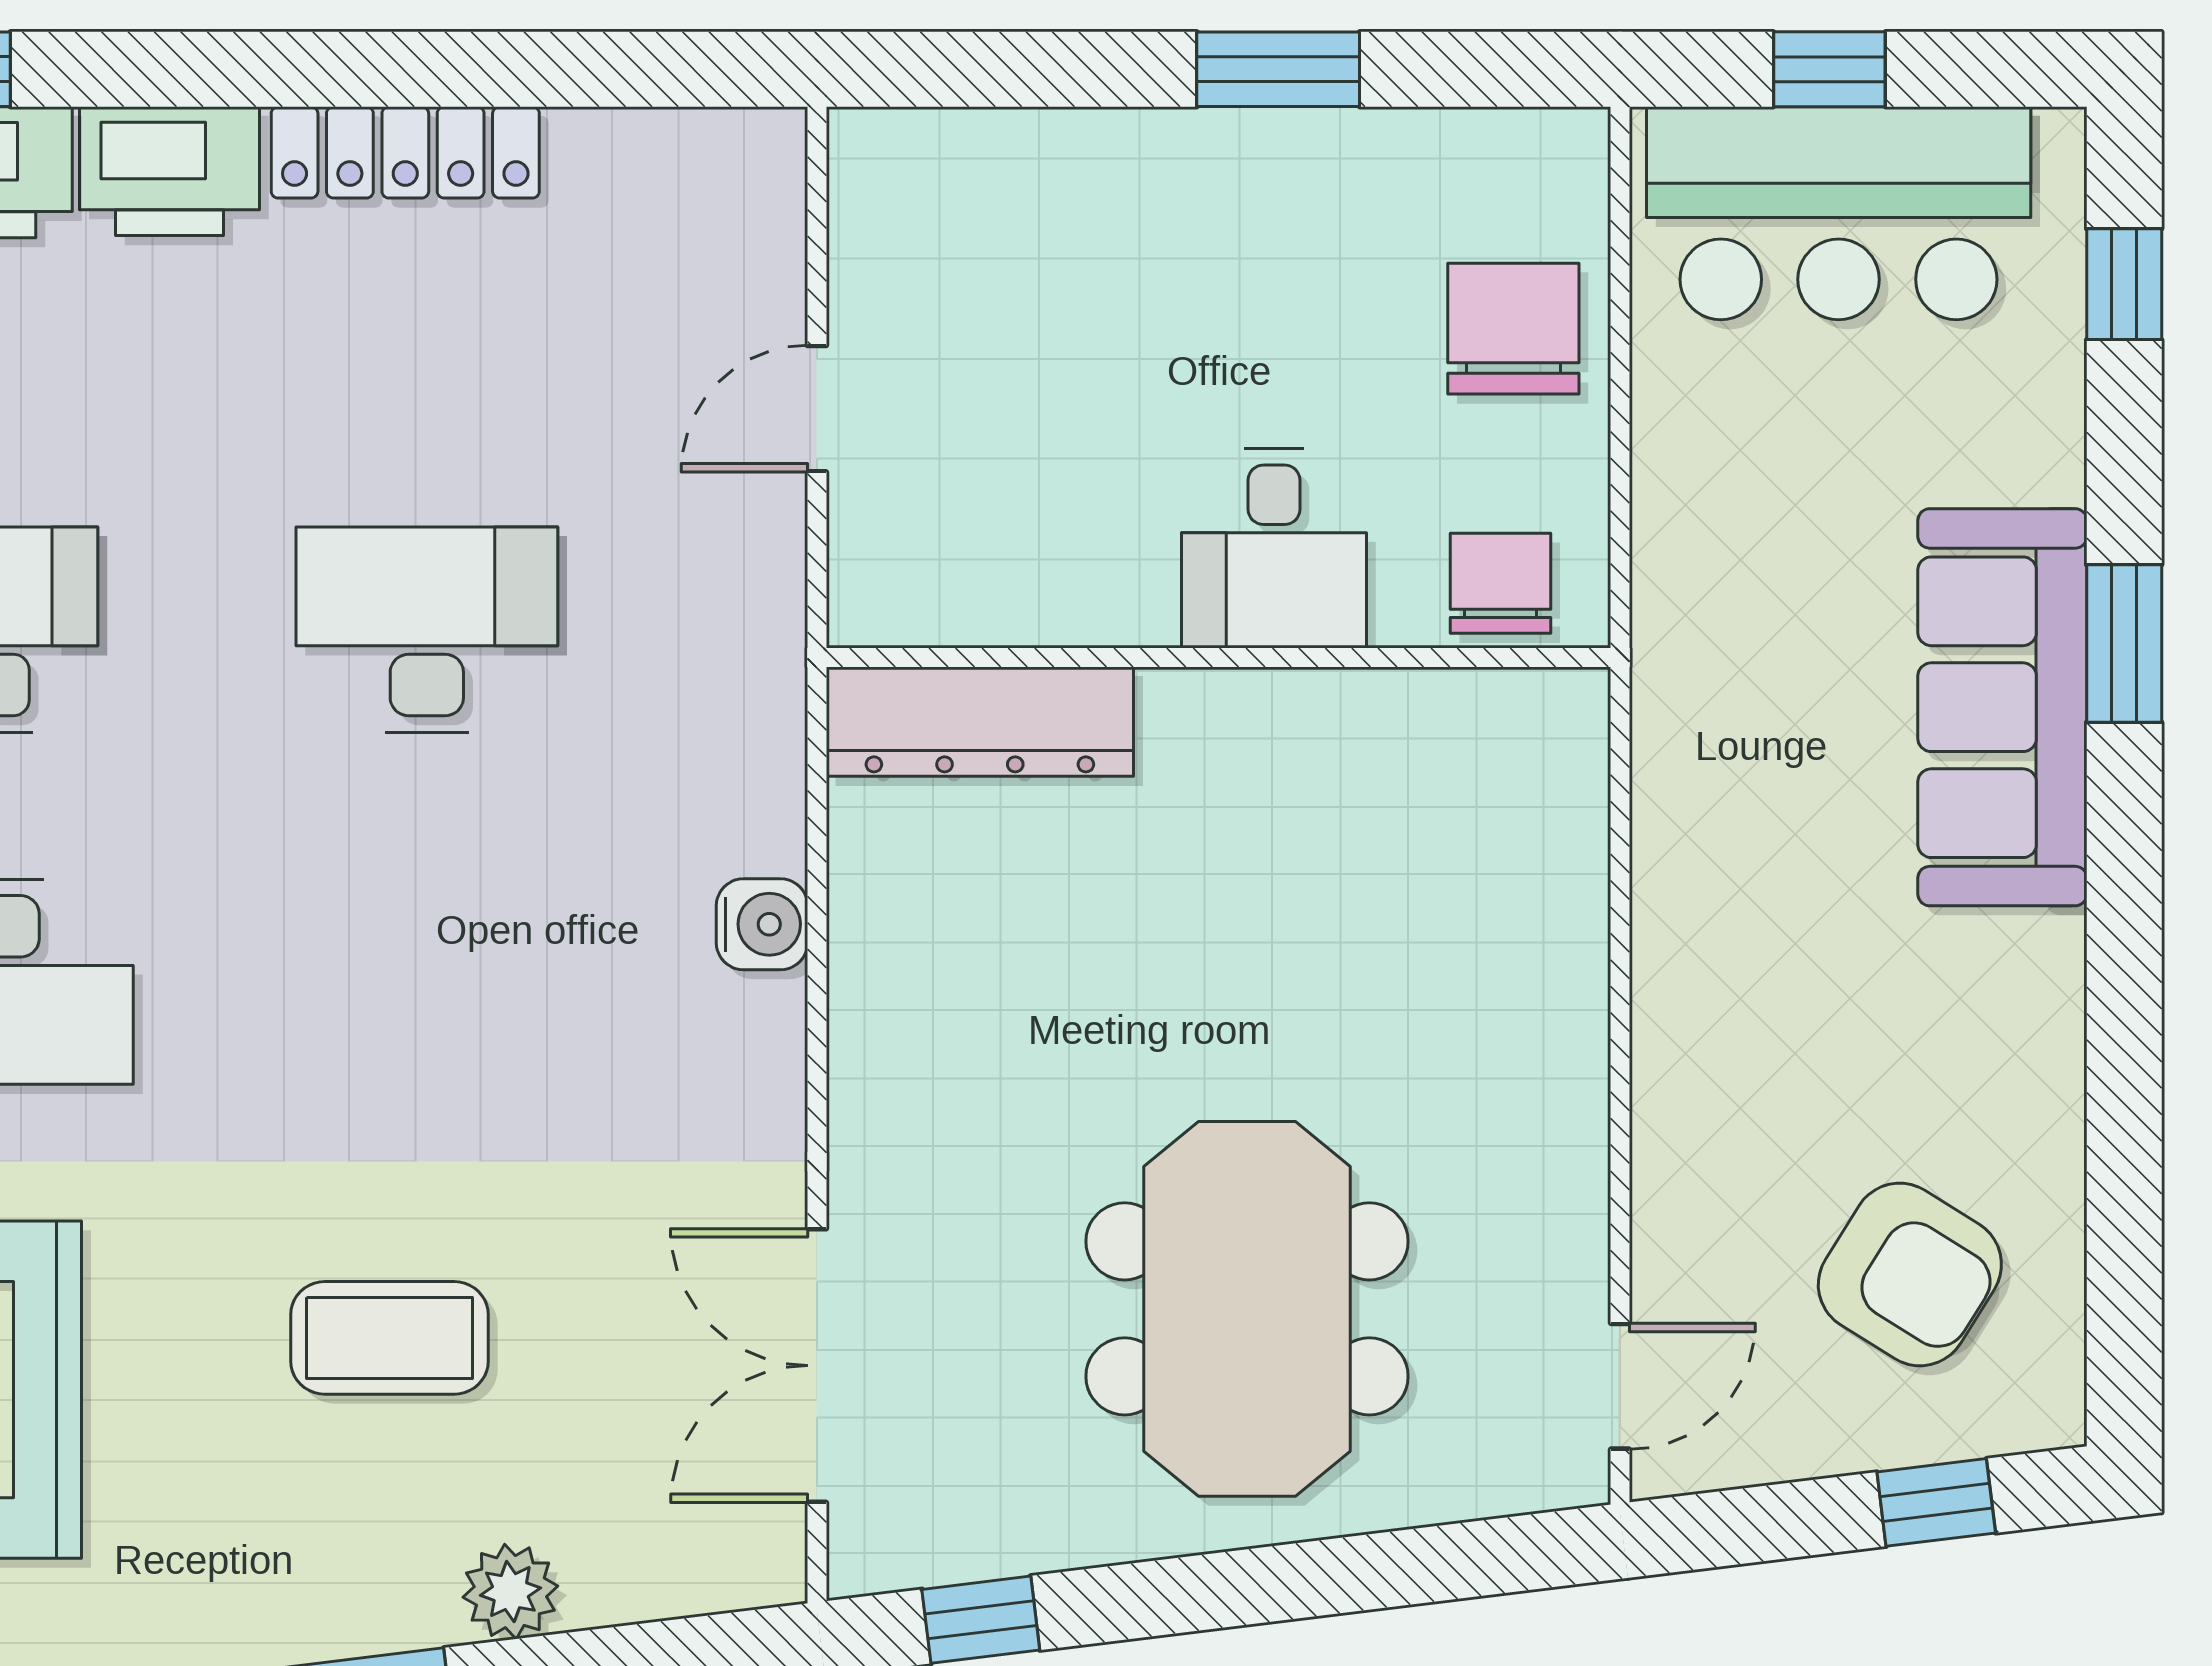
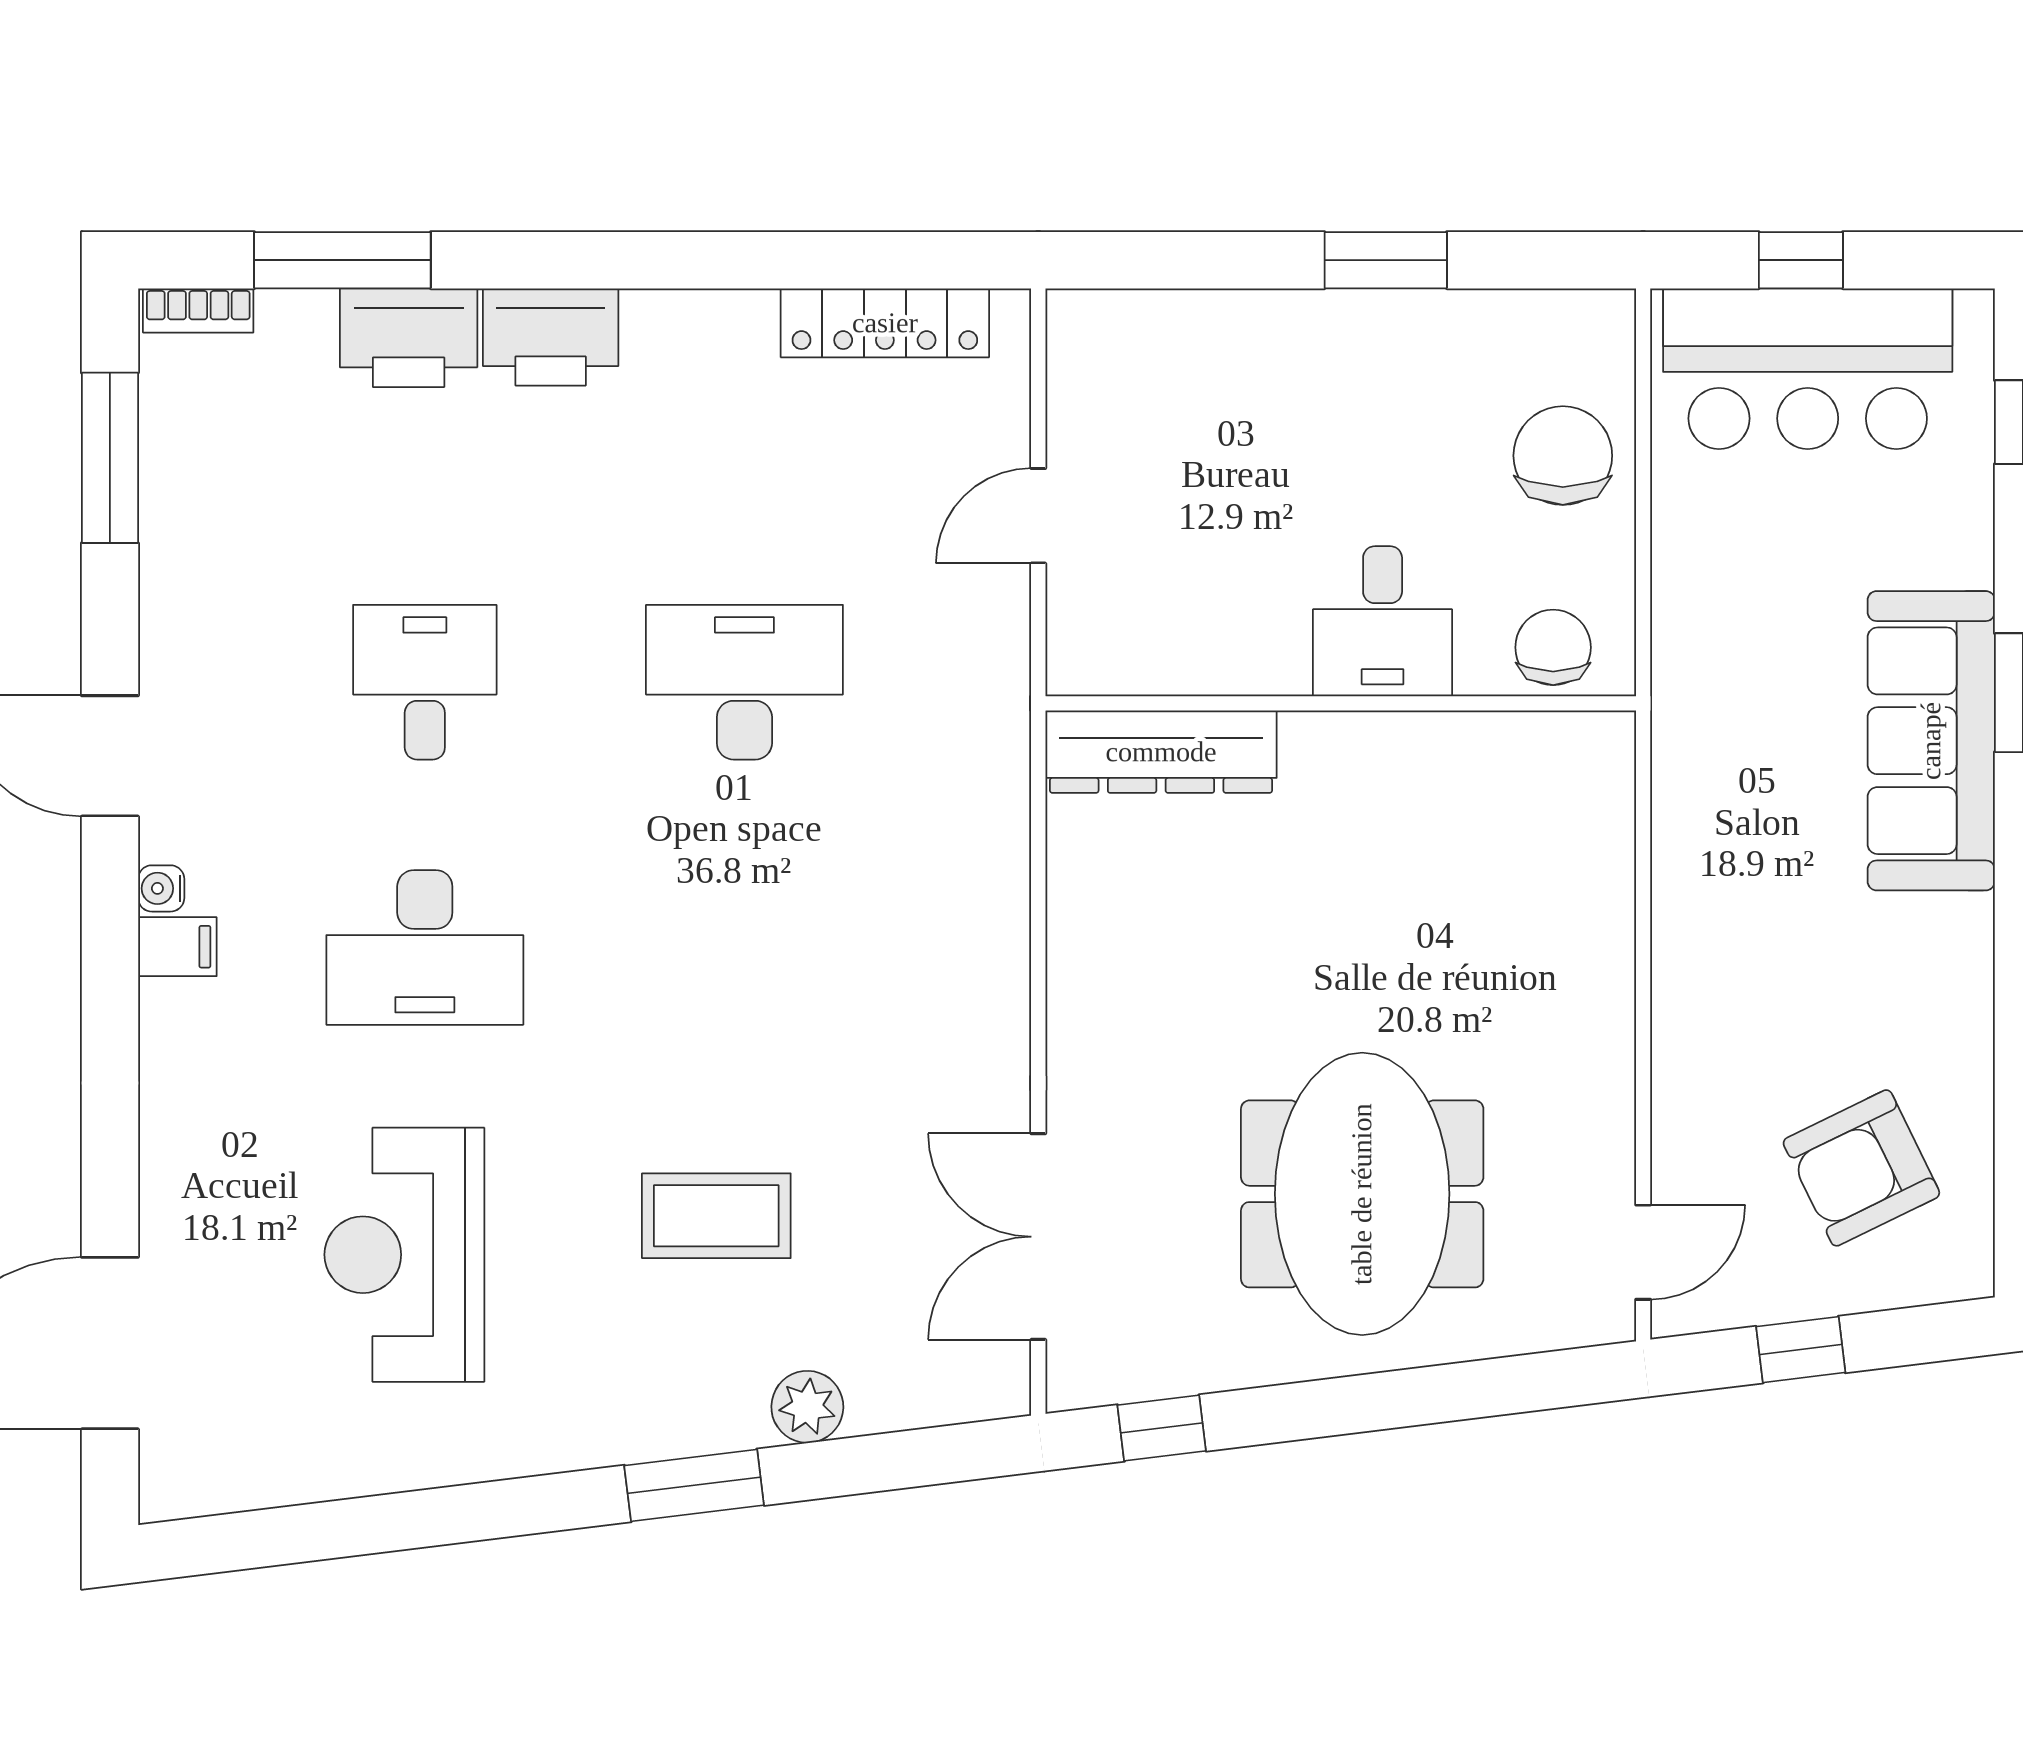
locker: (405, 152) -> (885, 323), moved
water cooler: (762, 924) -> (997, 904), removed
armchair: (1910, 1274) -> (1861, 1168), turned 122
window: (1936, 1502) -> (1801, 1350), moved

